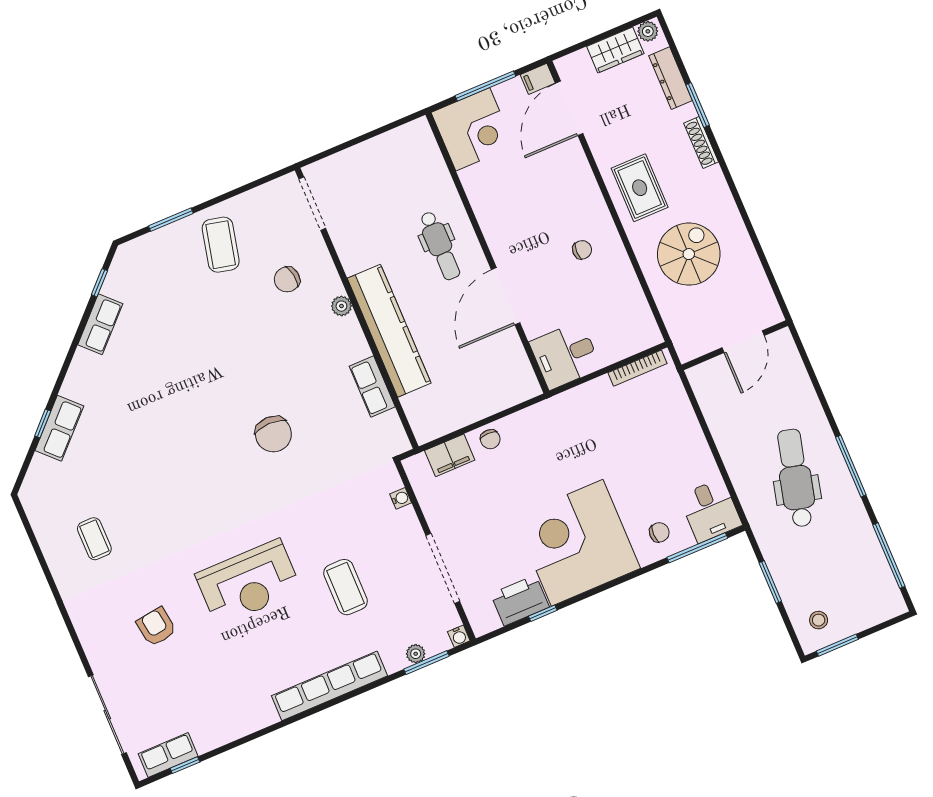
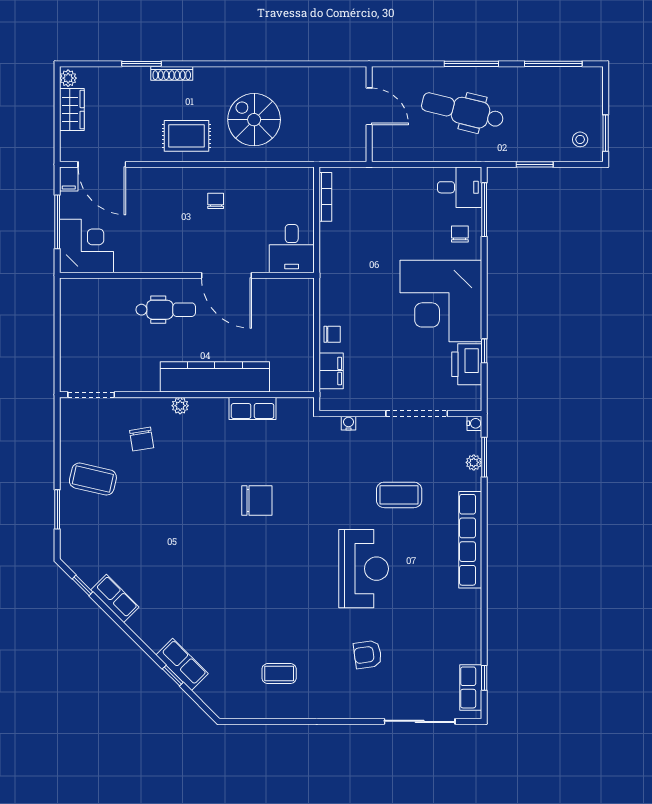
dresser: (671, 78) -> (112, 76), removed
door: (743, 342) -> (369, 106), moved
wall: (735, 345) -> (369, 114), moved

